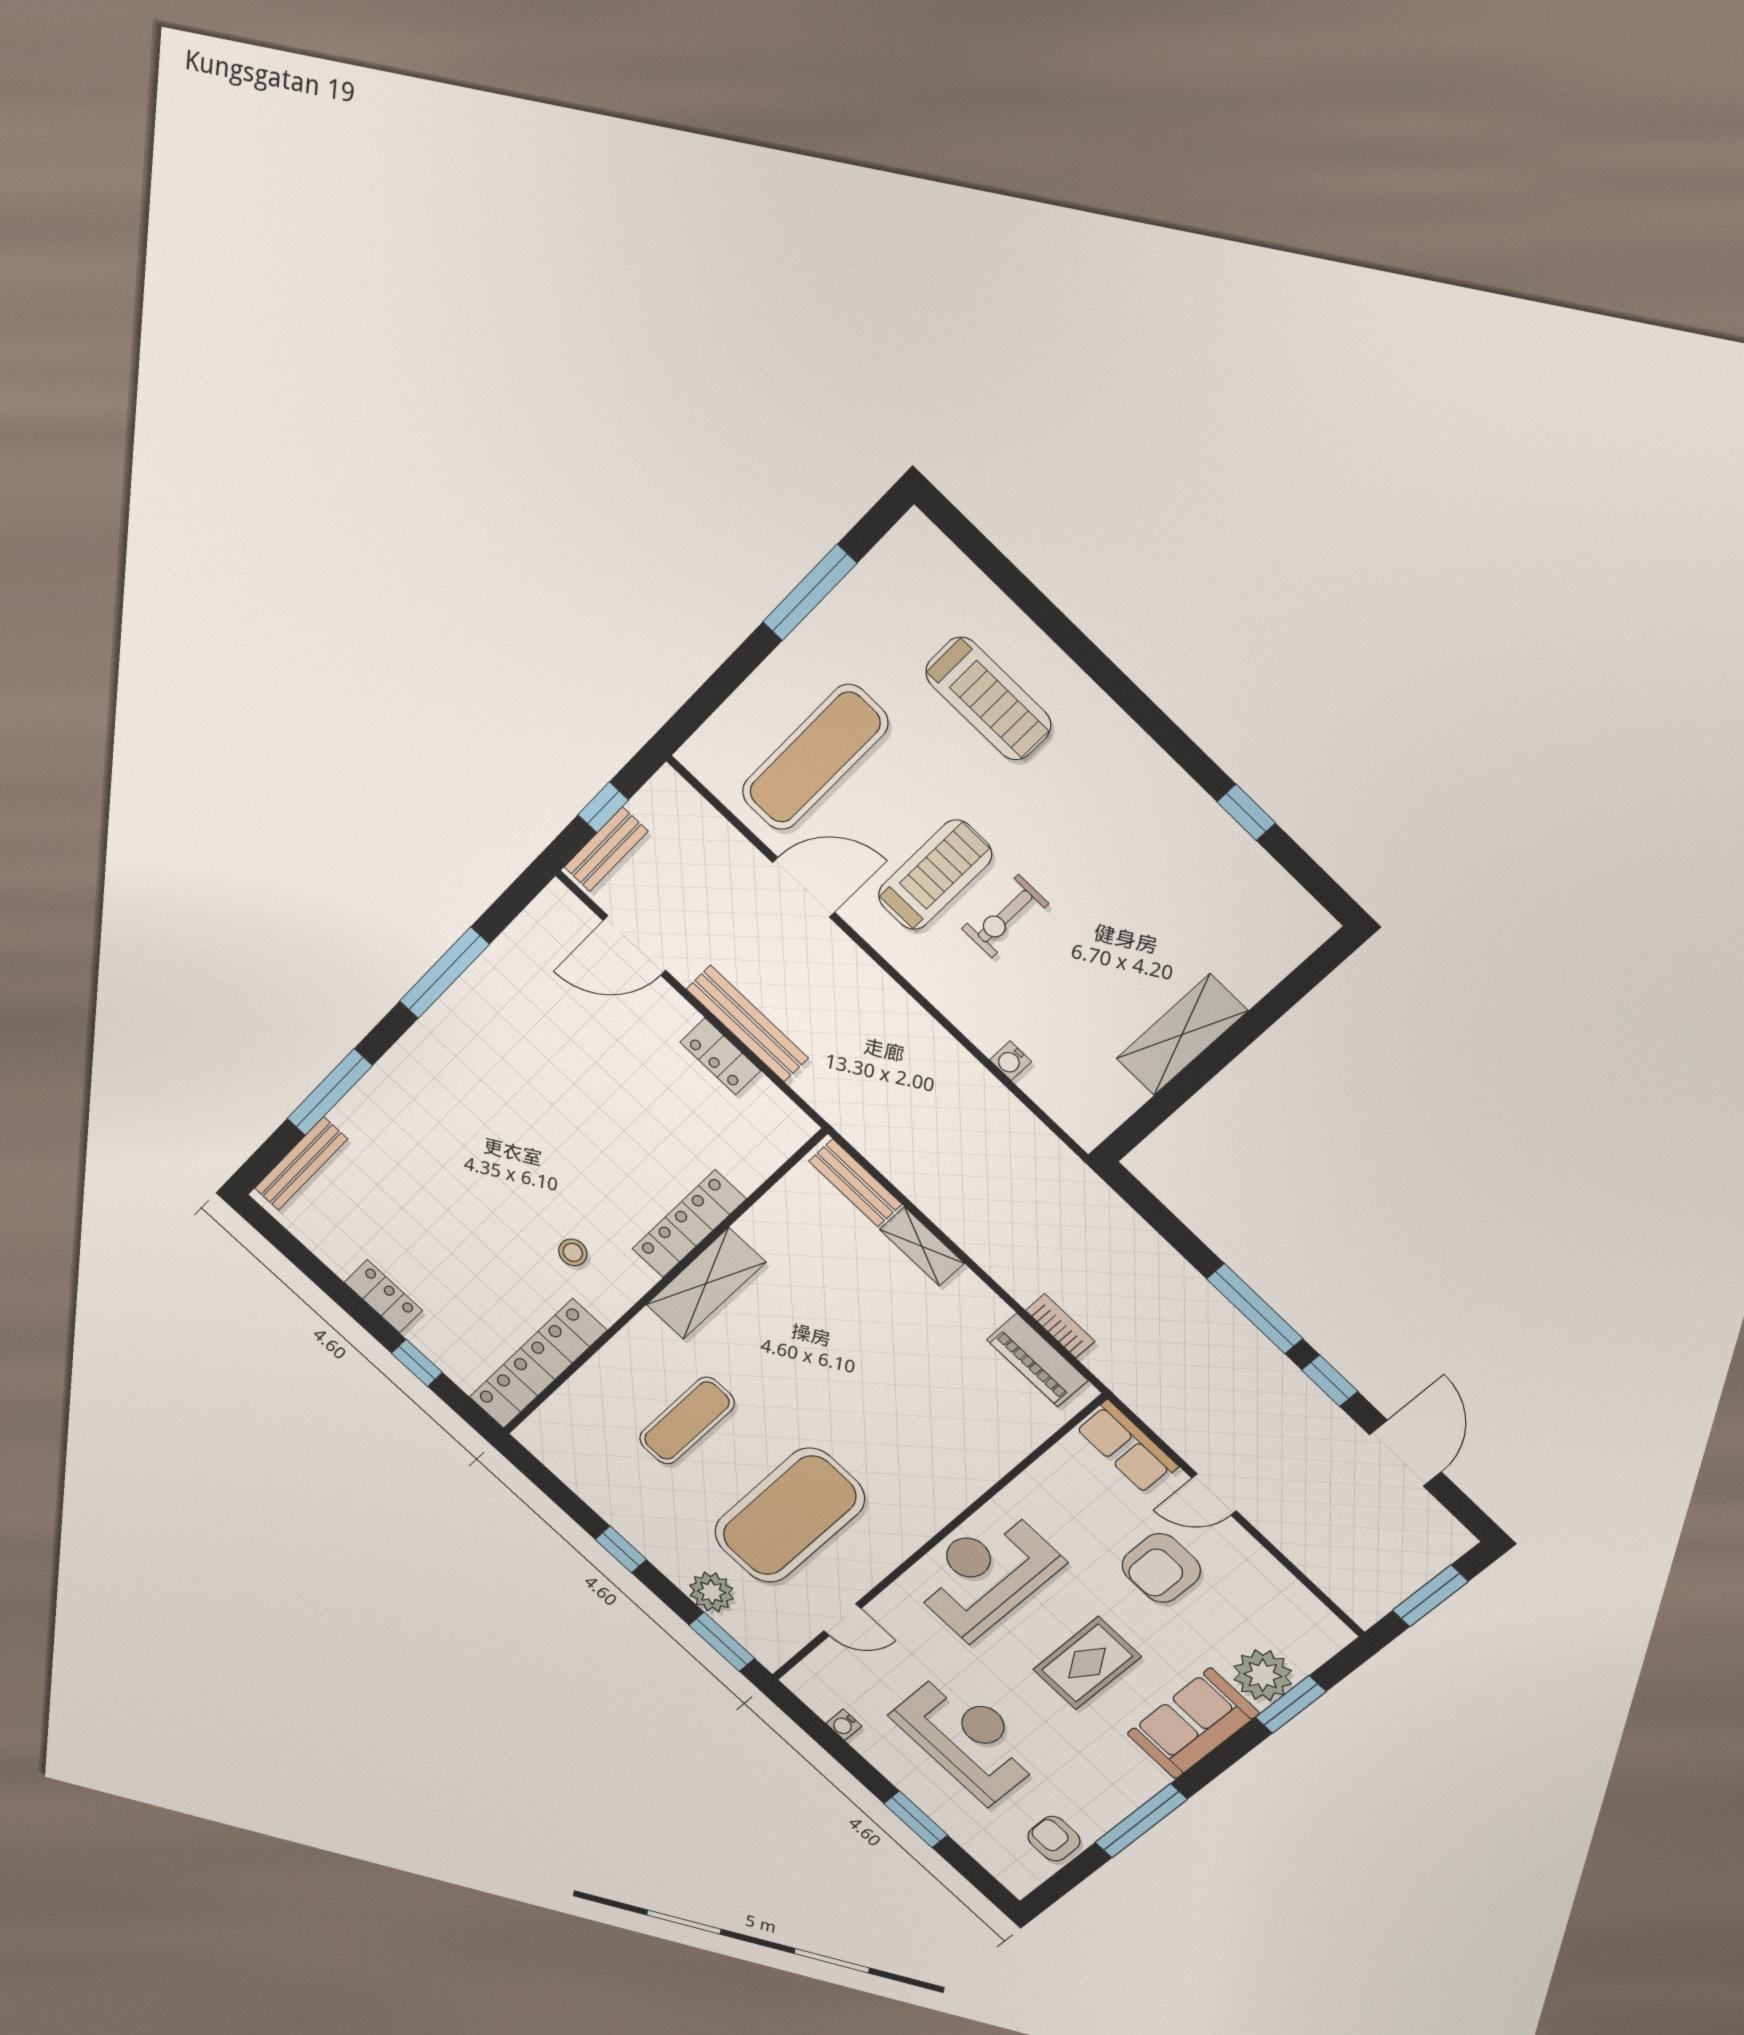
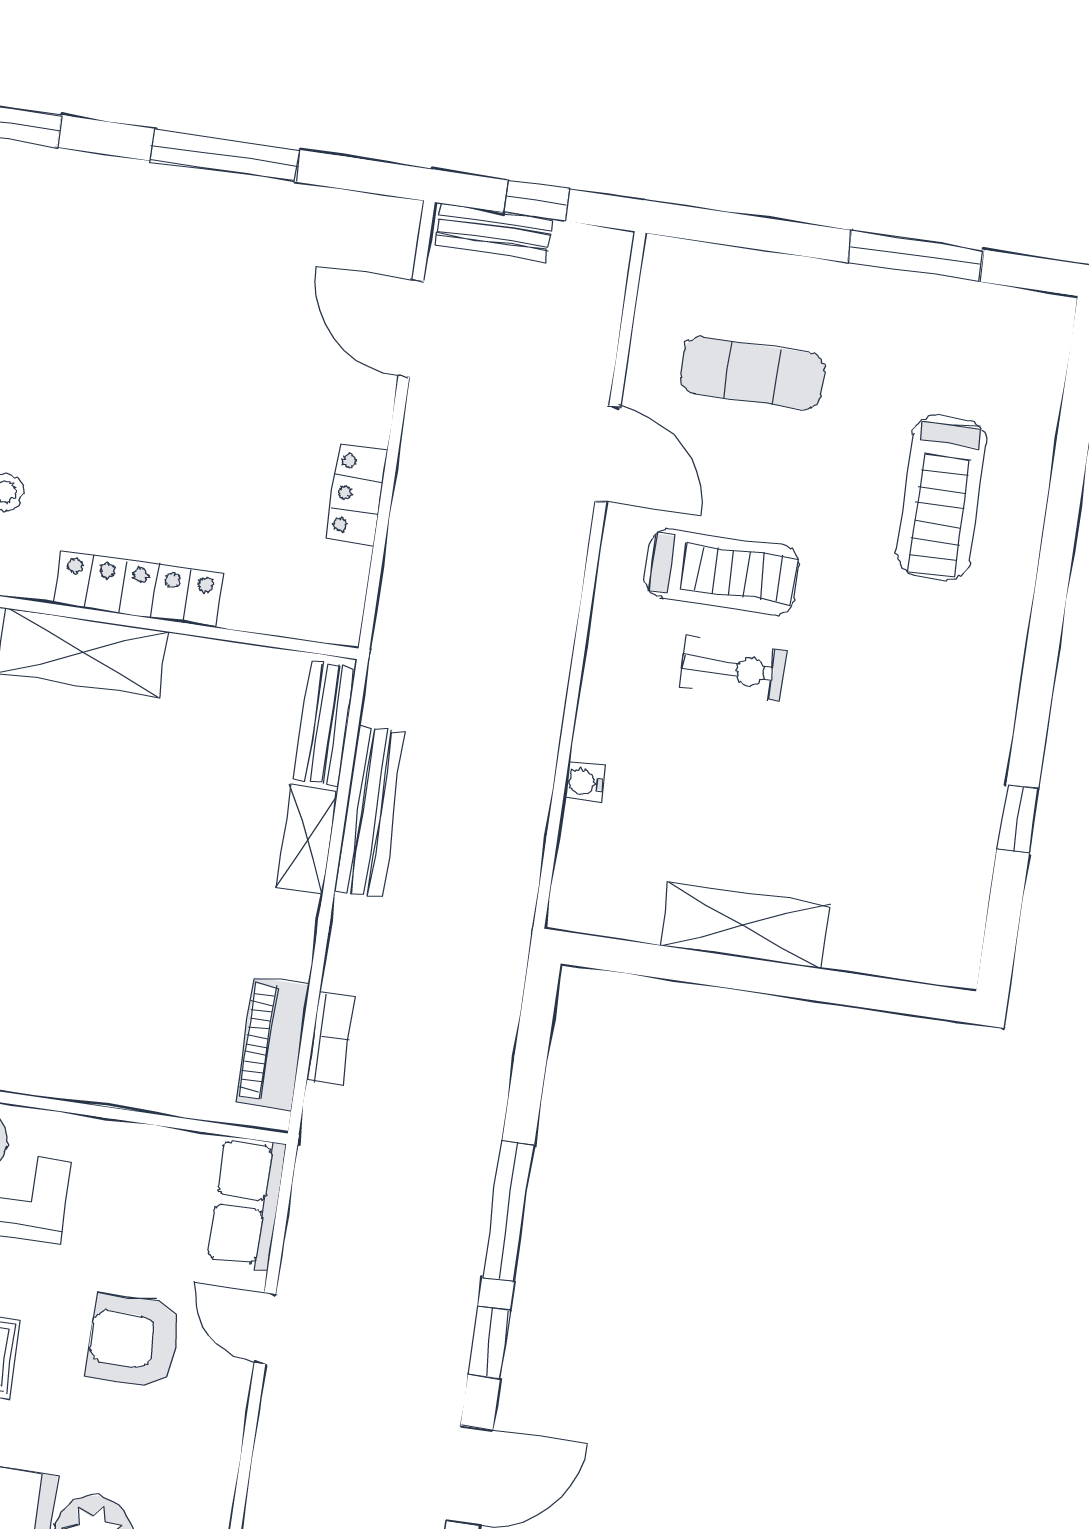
exercise mat: (815, 757) -> (753, 373), width x0.73, depth x0.69
exercise bike: (1005, 916) -> (733, 669), turned 180
bench: (747, 1024) -> (369, 812), moved

